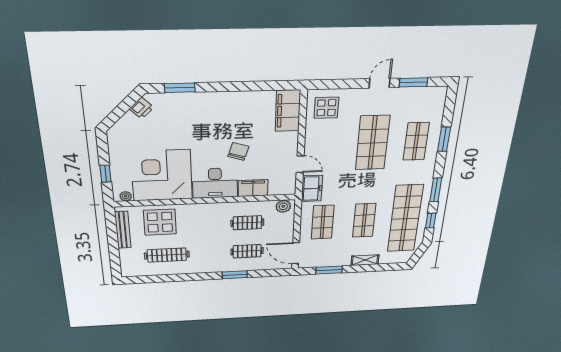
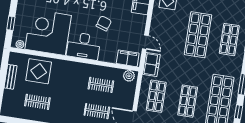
filing cabinet: (253, 188) -> (128, 58), moved
bench: (123, 230) -> (10, 77), width x0.73
clothes rail: (167, 255) -> (37, 102), width x0.73

